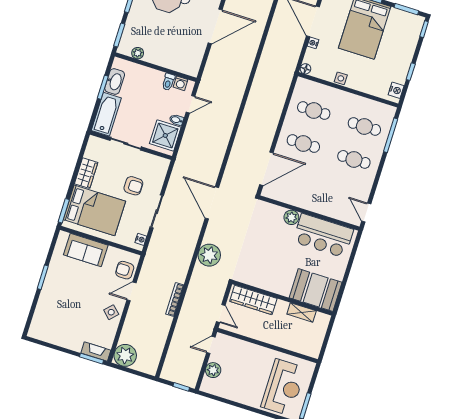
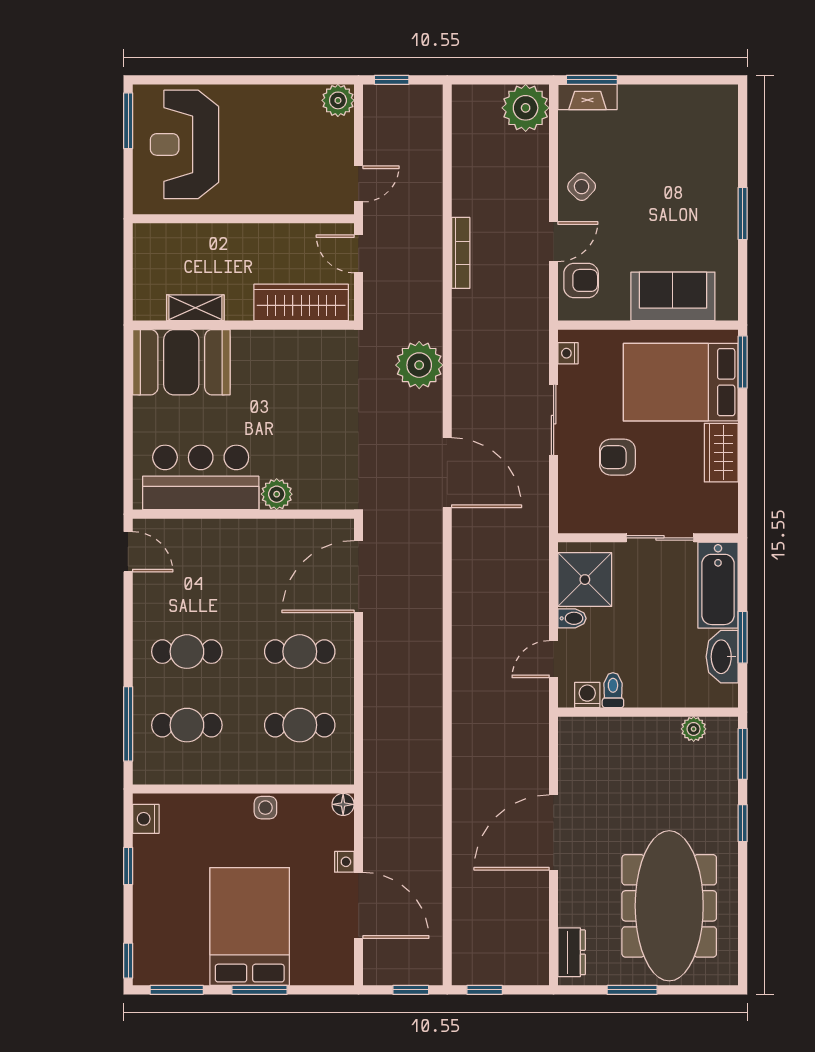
plant: (213, 370) -> (338, 100), moved

